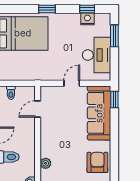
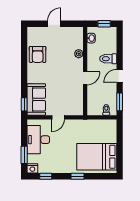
nightstand: (87, 19) -> (32, 168), moved
door: (38, 109) -> (85, 78), moved
sofa: (99, 113) -> (36, 99), width x0.73

